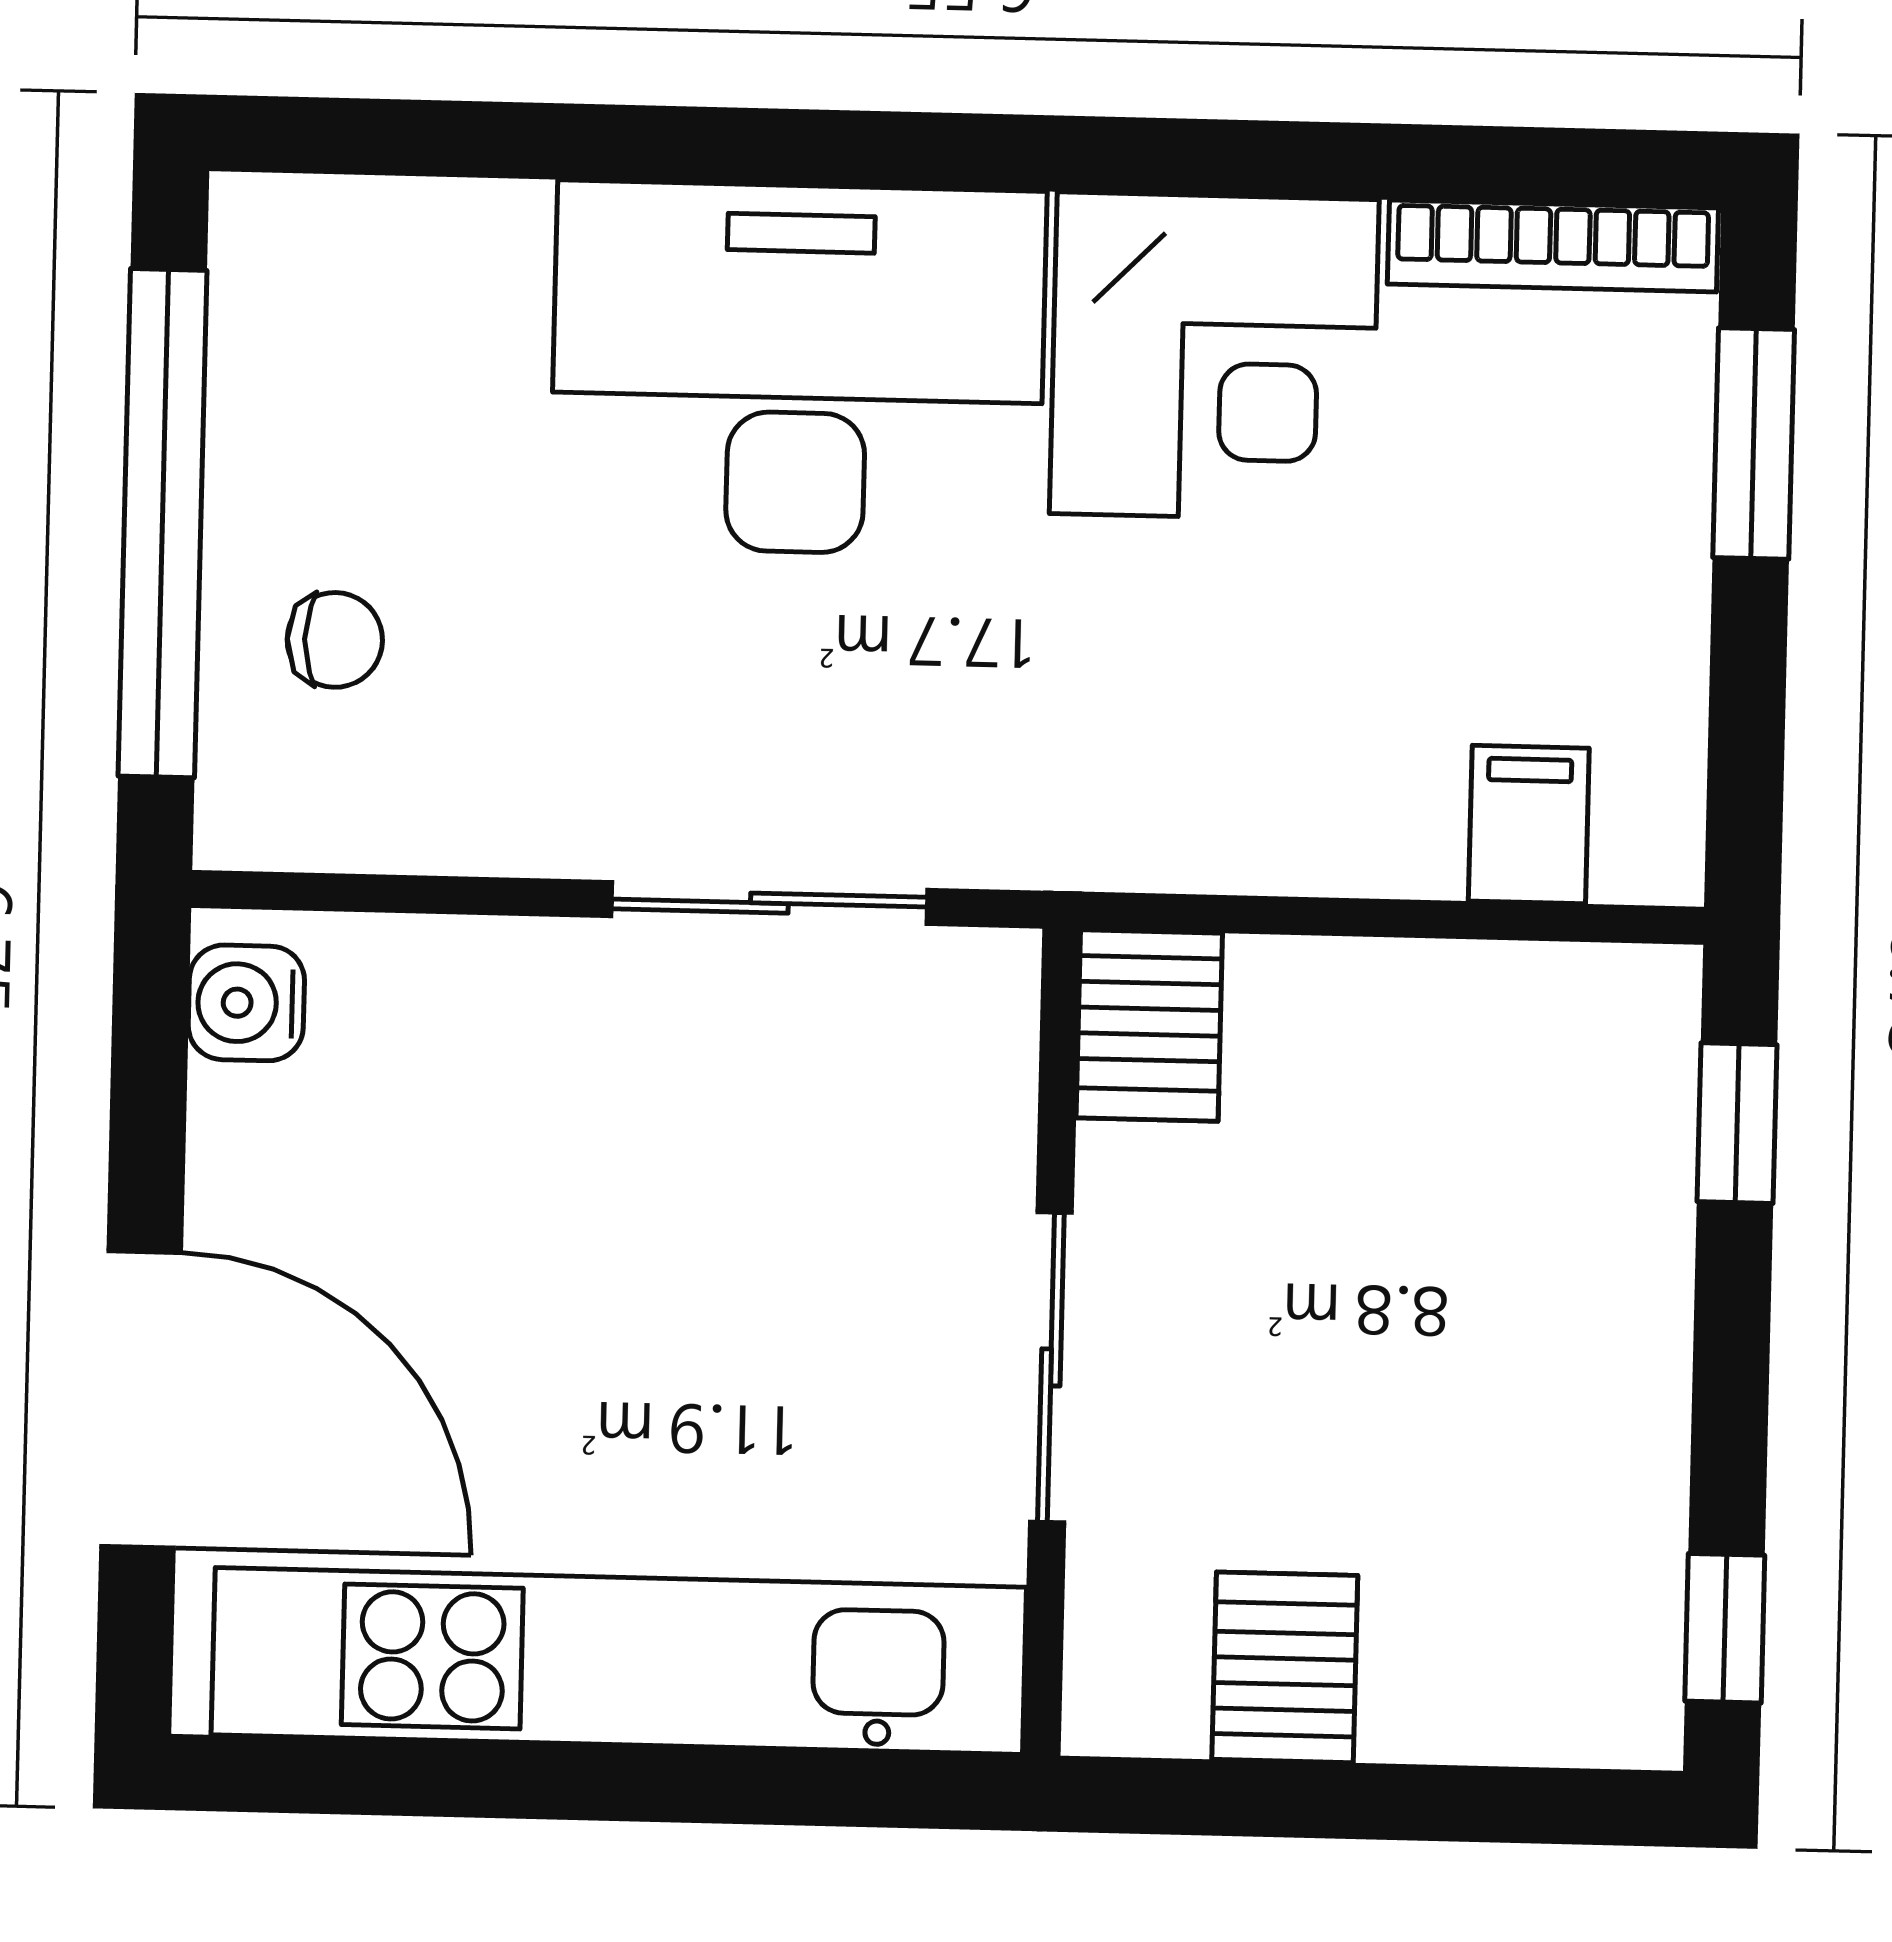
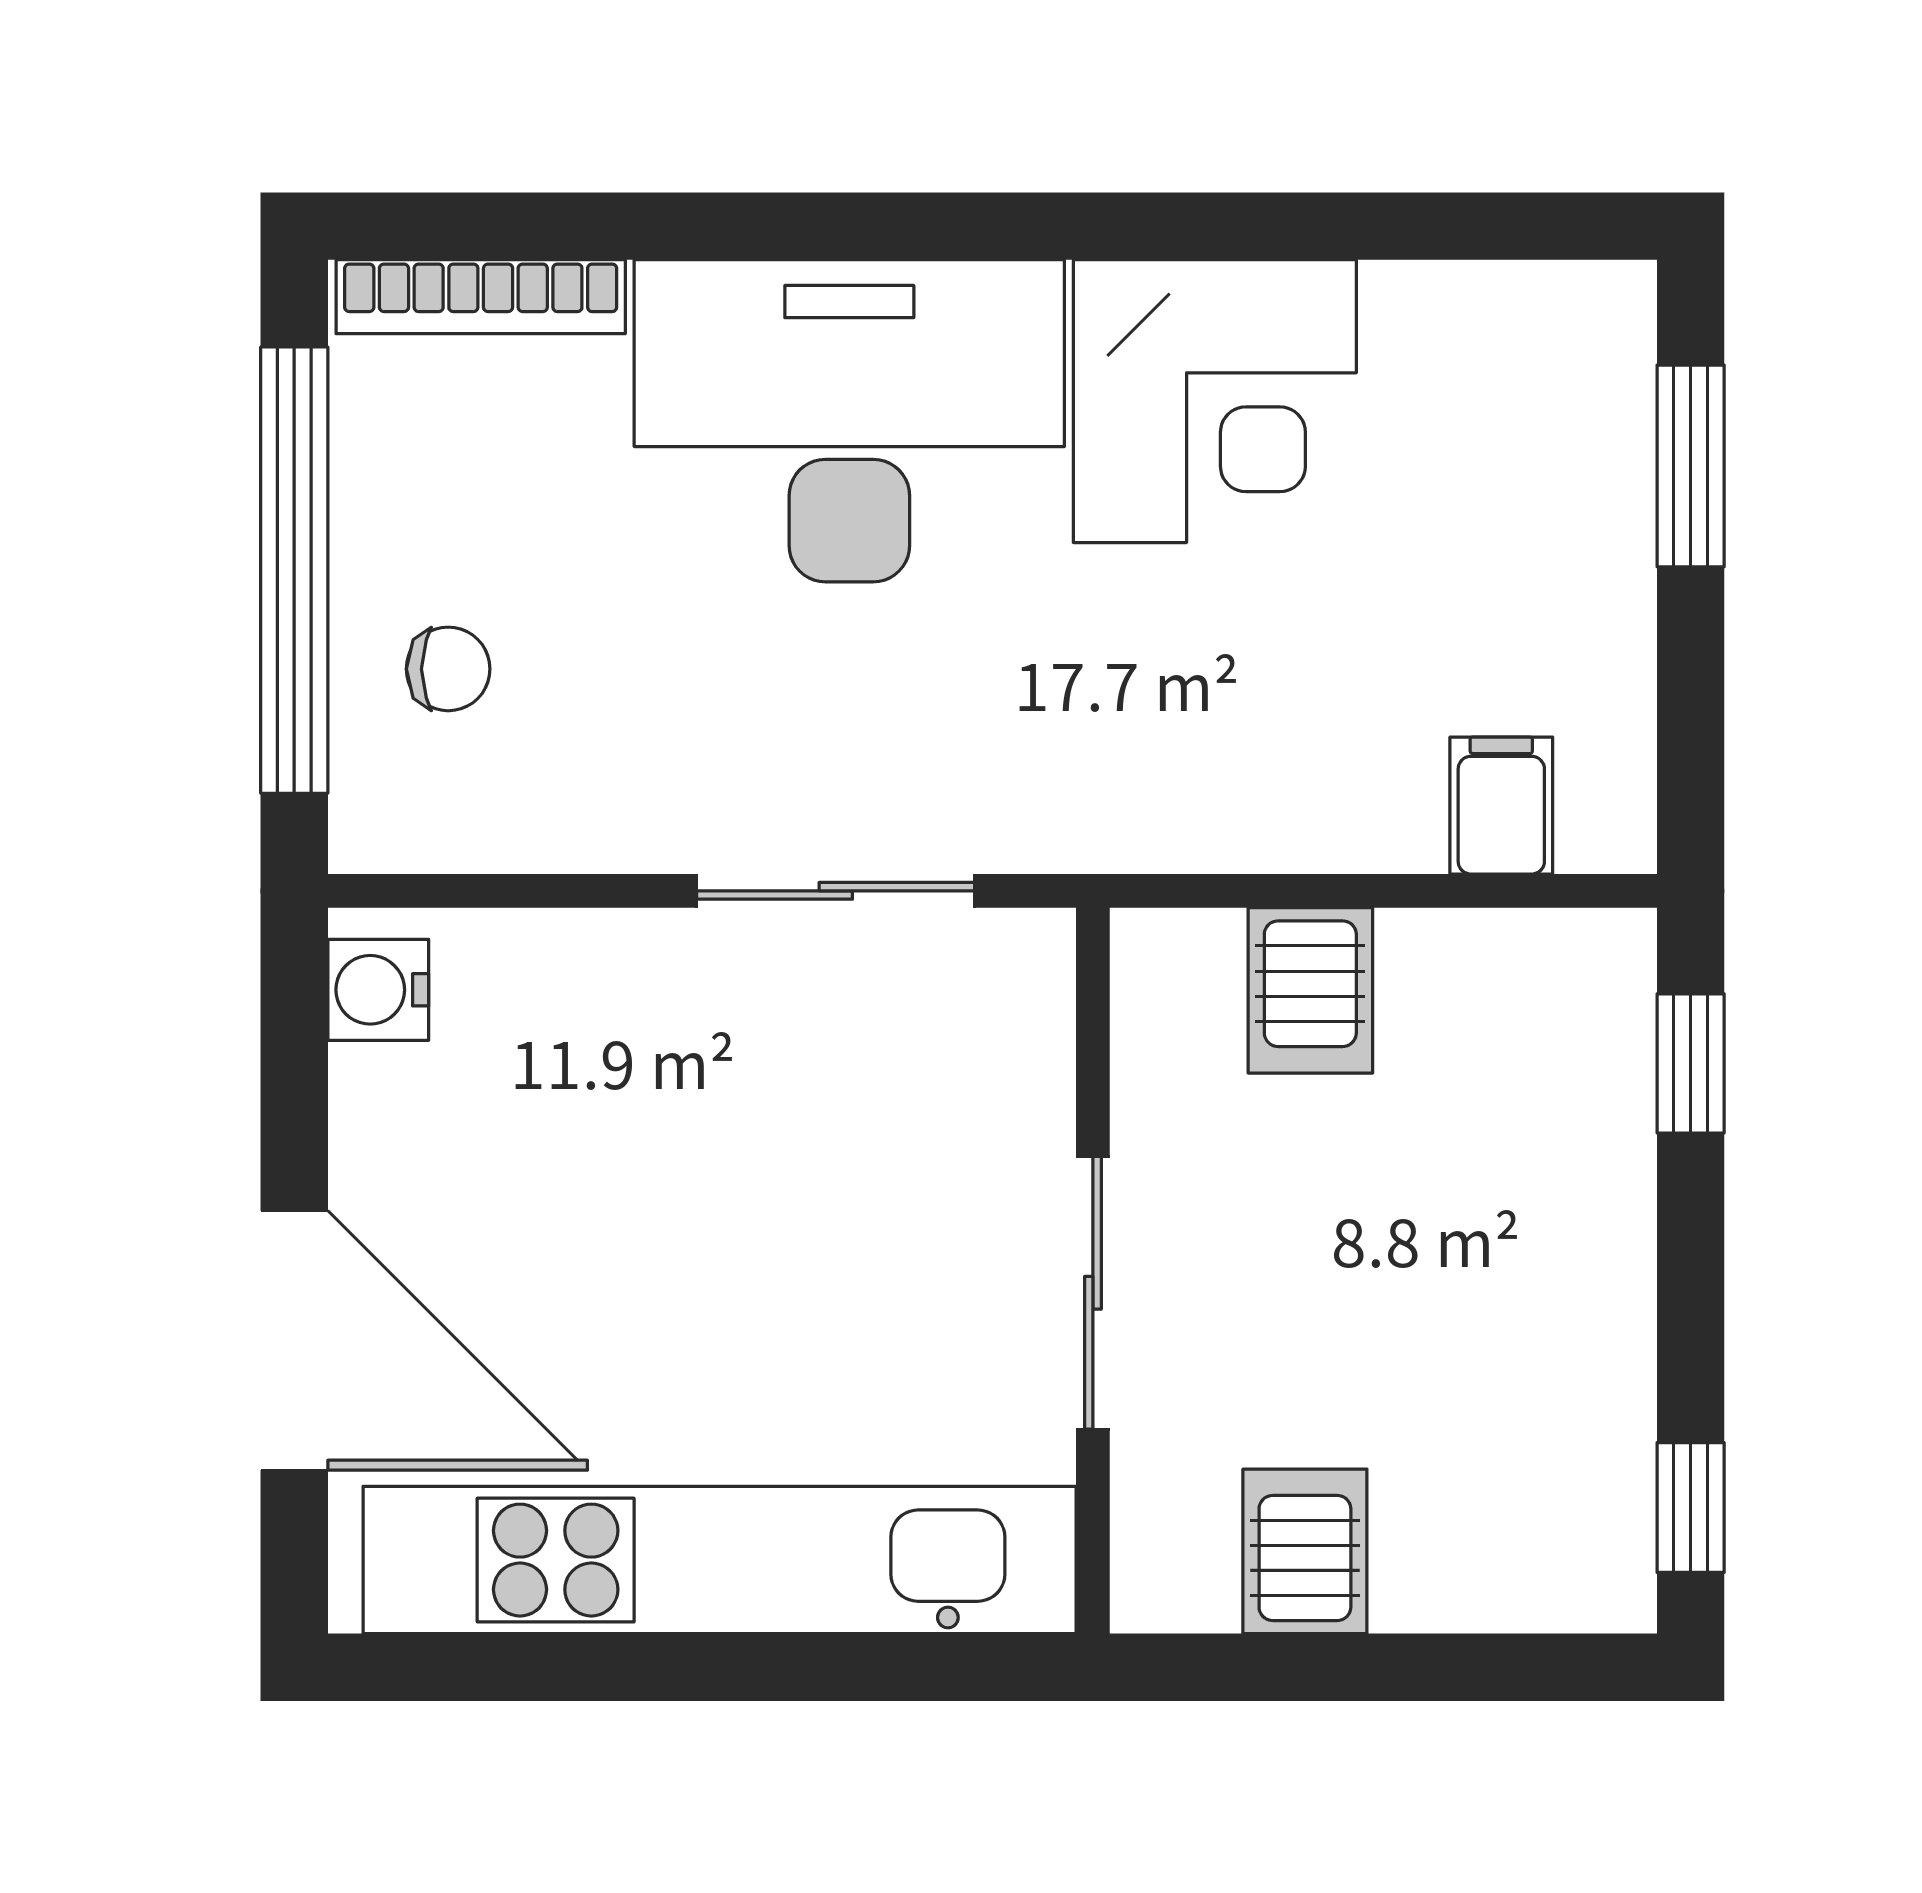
bookcase: (1553, 246) -> (481, 297), moved
server rack: (1149, 1026) -> (1310, 990), moved

